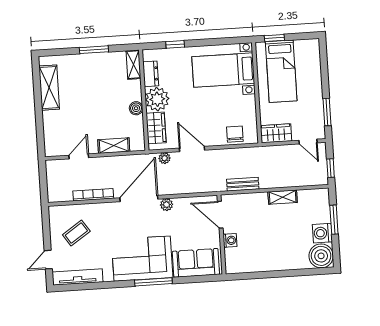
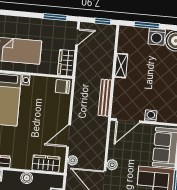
plant: (157, 99) -> (22, 159), removed
chair: (235, 134) -> (63, 87), moved
bench: (243, 184) -> (105, 98), width x1.36

